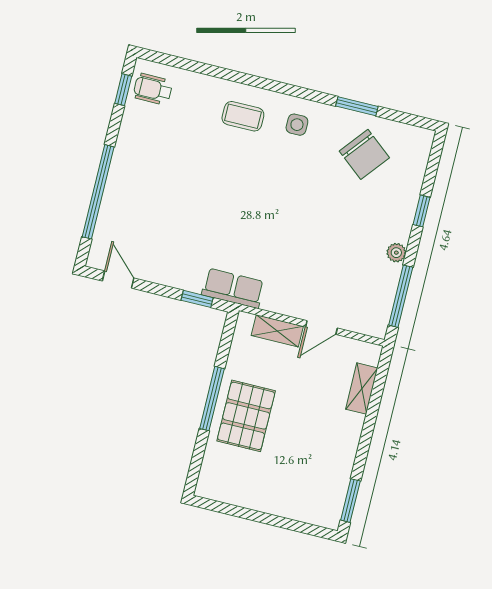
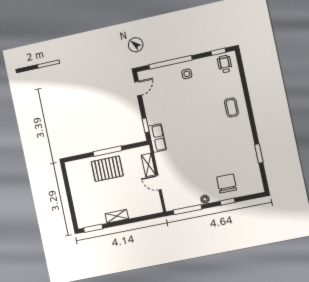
side table: (297, 125) -> (187, 74), moved
chair: (364, 154) -> (227, 183), moved, turned 141
shelving: (362, 389) -> (117, 216), moved

